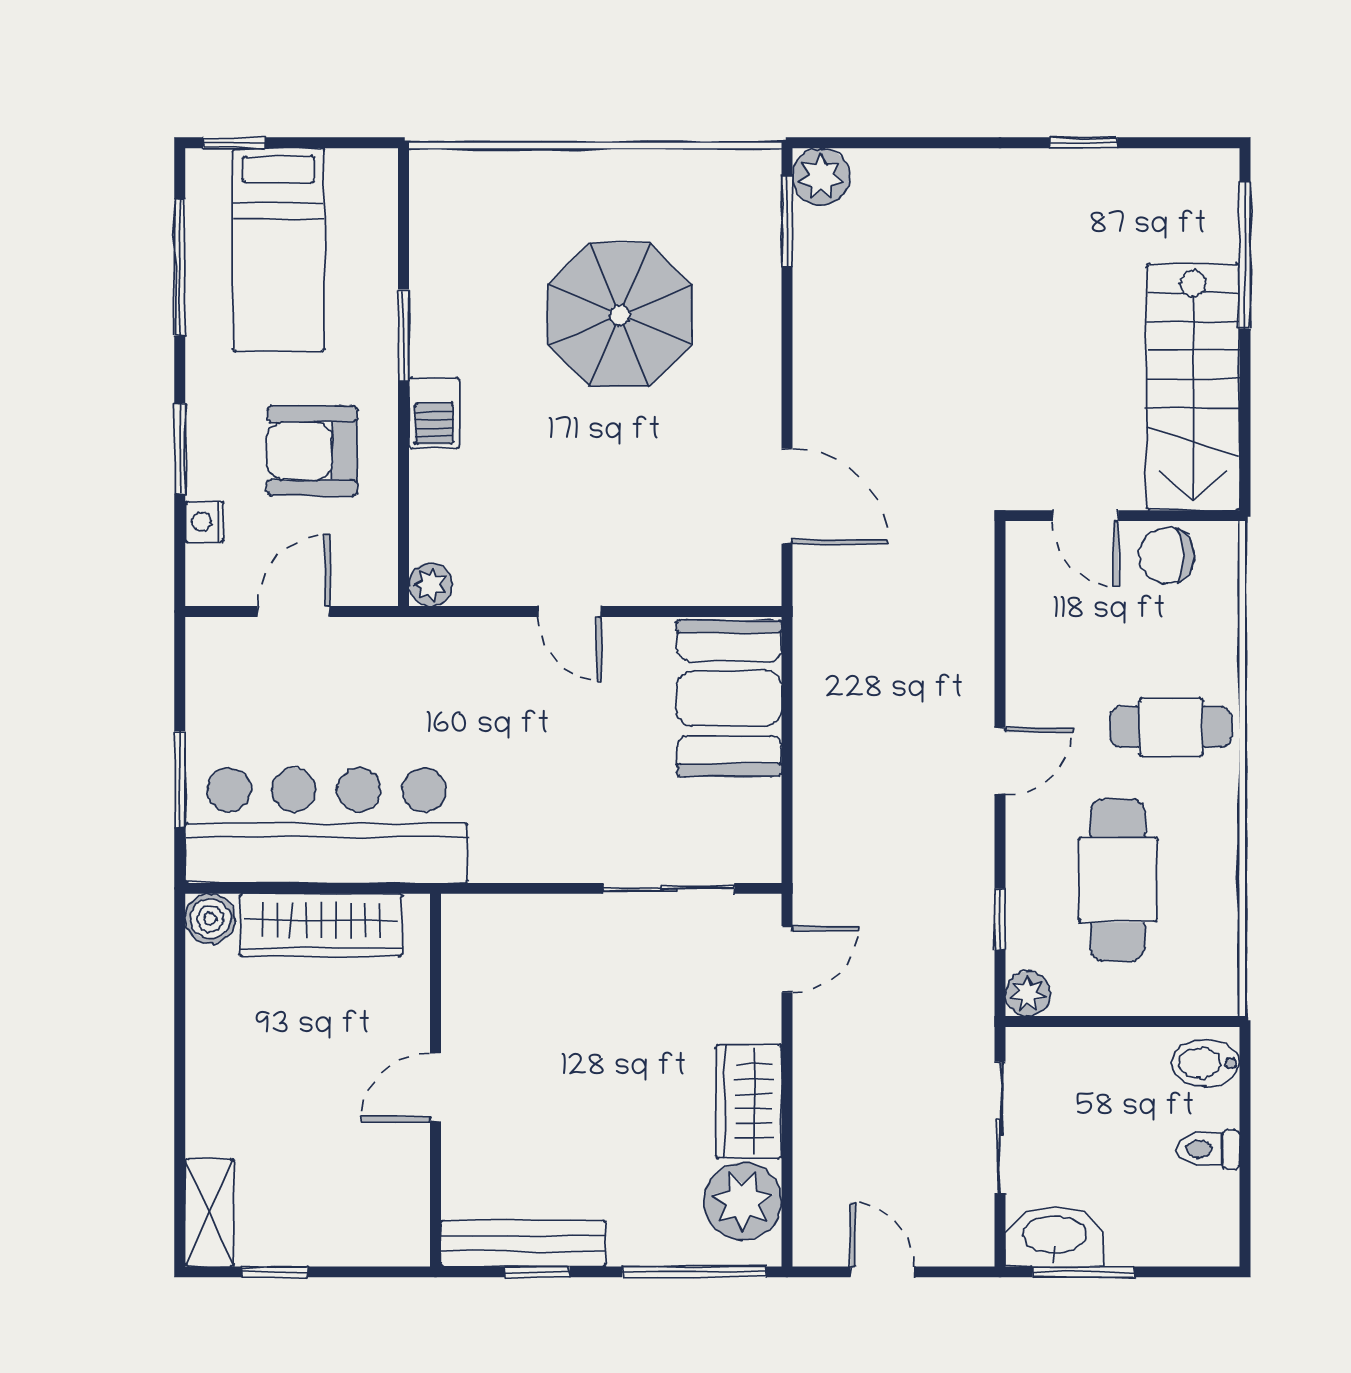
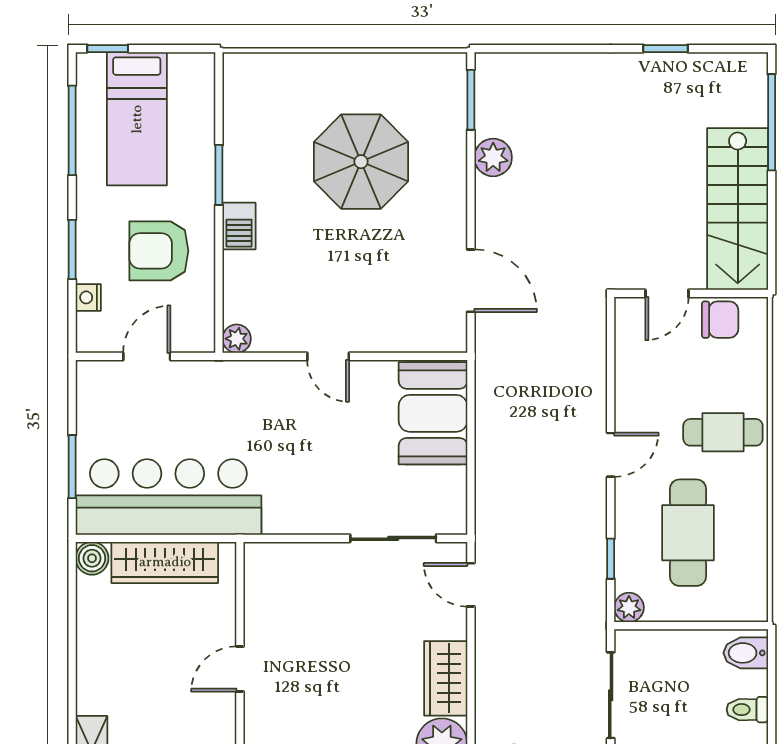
plant: (821, 177) -> (493, 157), moved
door: (1086, 516) -> (667, 293), hinge flipped
chair: (1167, 555) -> (720, 320), turned 180
door: (787, 959) -> (471, 585), swing flipped

